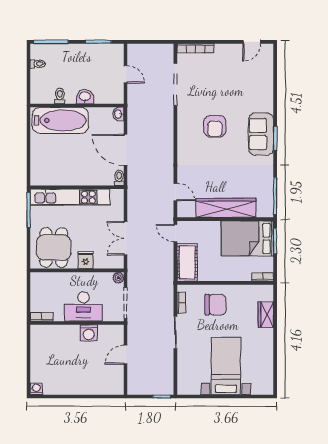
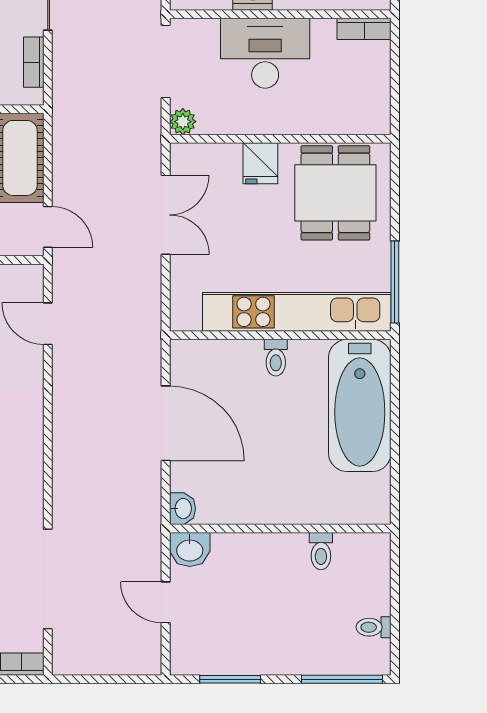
washbasin: (85, 97) -> (190, 550), moved
bathtub: (60, 120) -> (360, 405), moved, turned -90
toilet: (119, 178) -> (276, 358), moved

